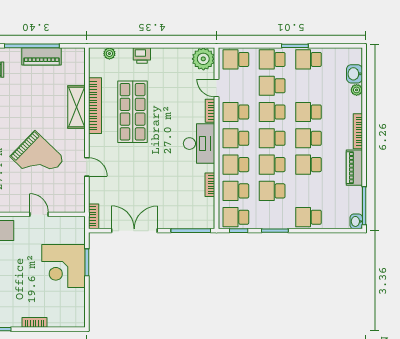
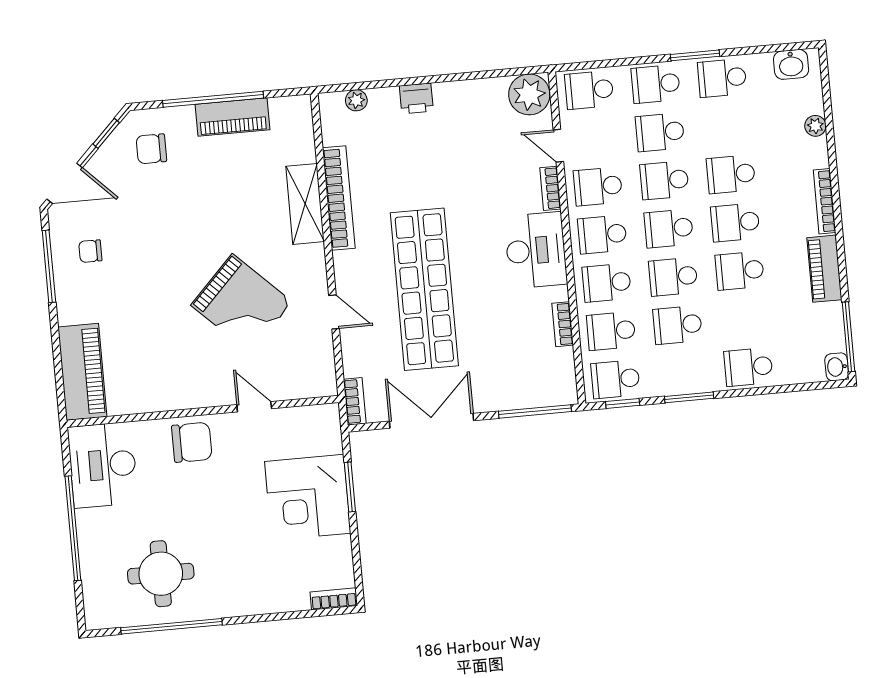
washbasin: (354, 74) -> (791, 64), moved, turned -90
shop shelf: (133, 112) -> (424, 289), moved, width x1.40
bookcase: (35, 322) -> (334, 599), moved

